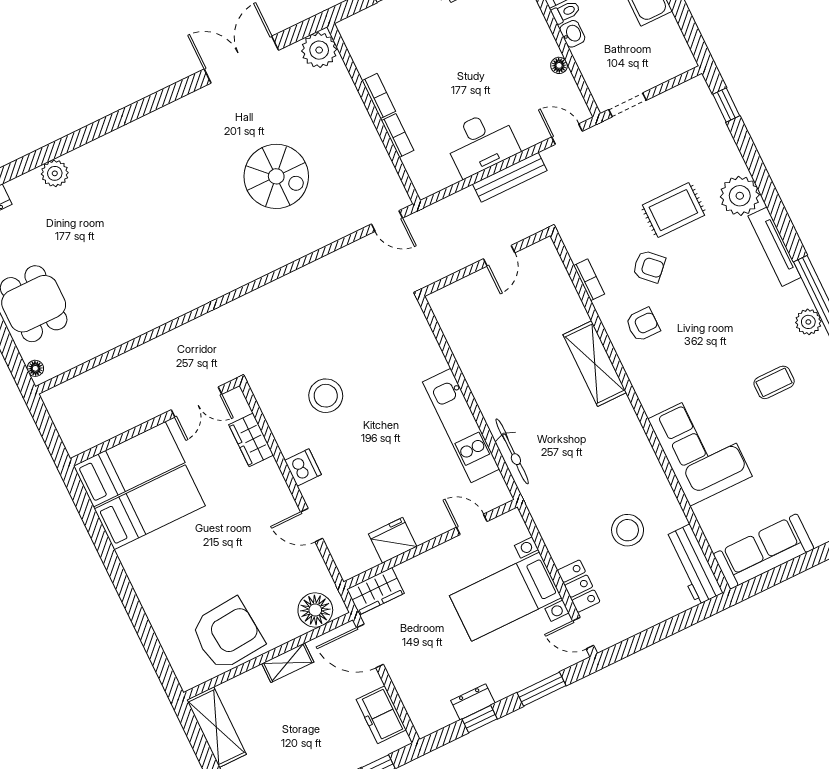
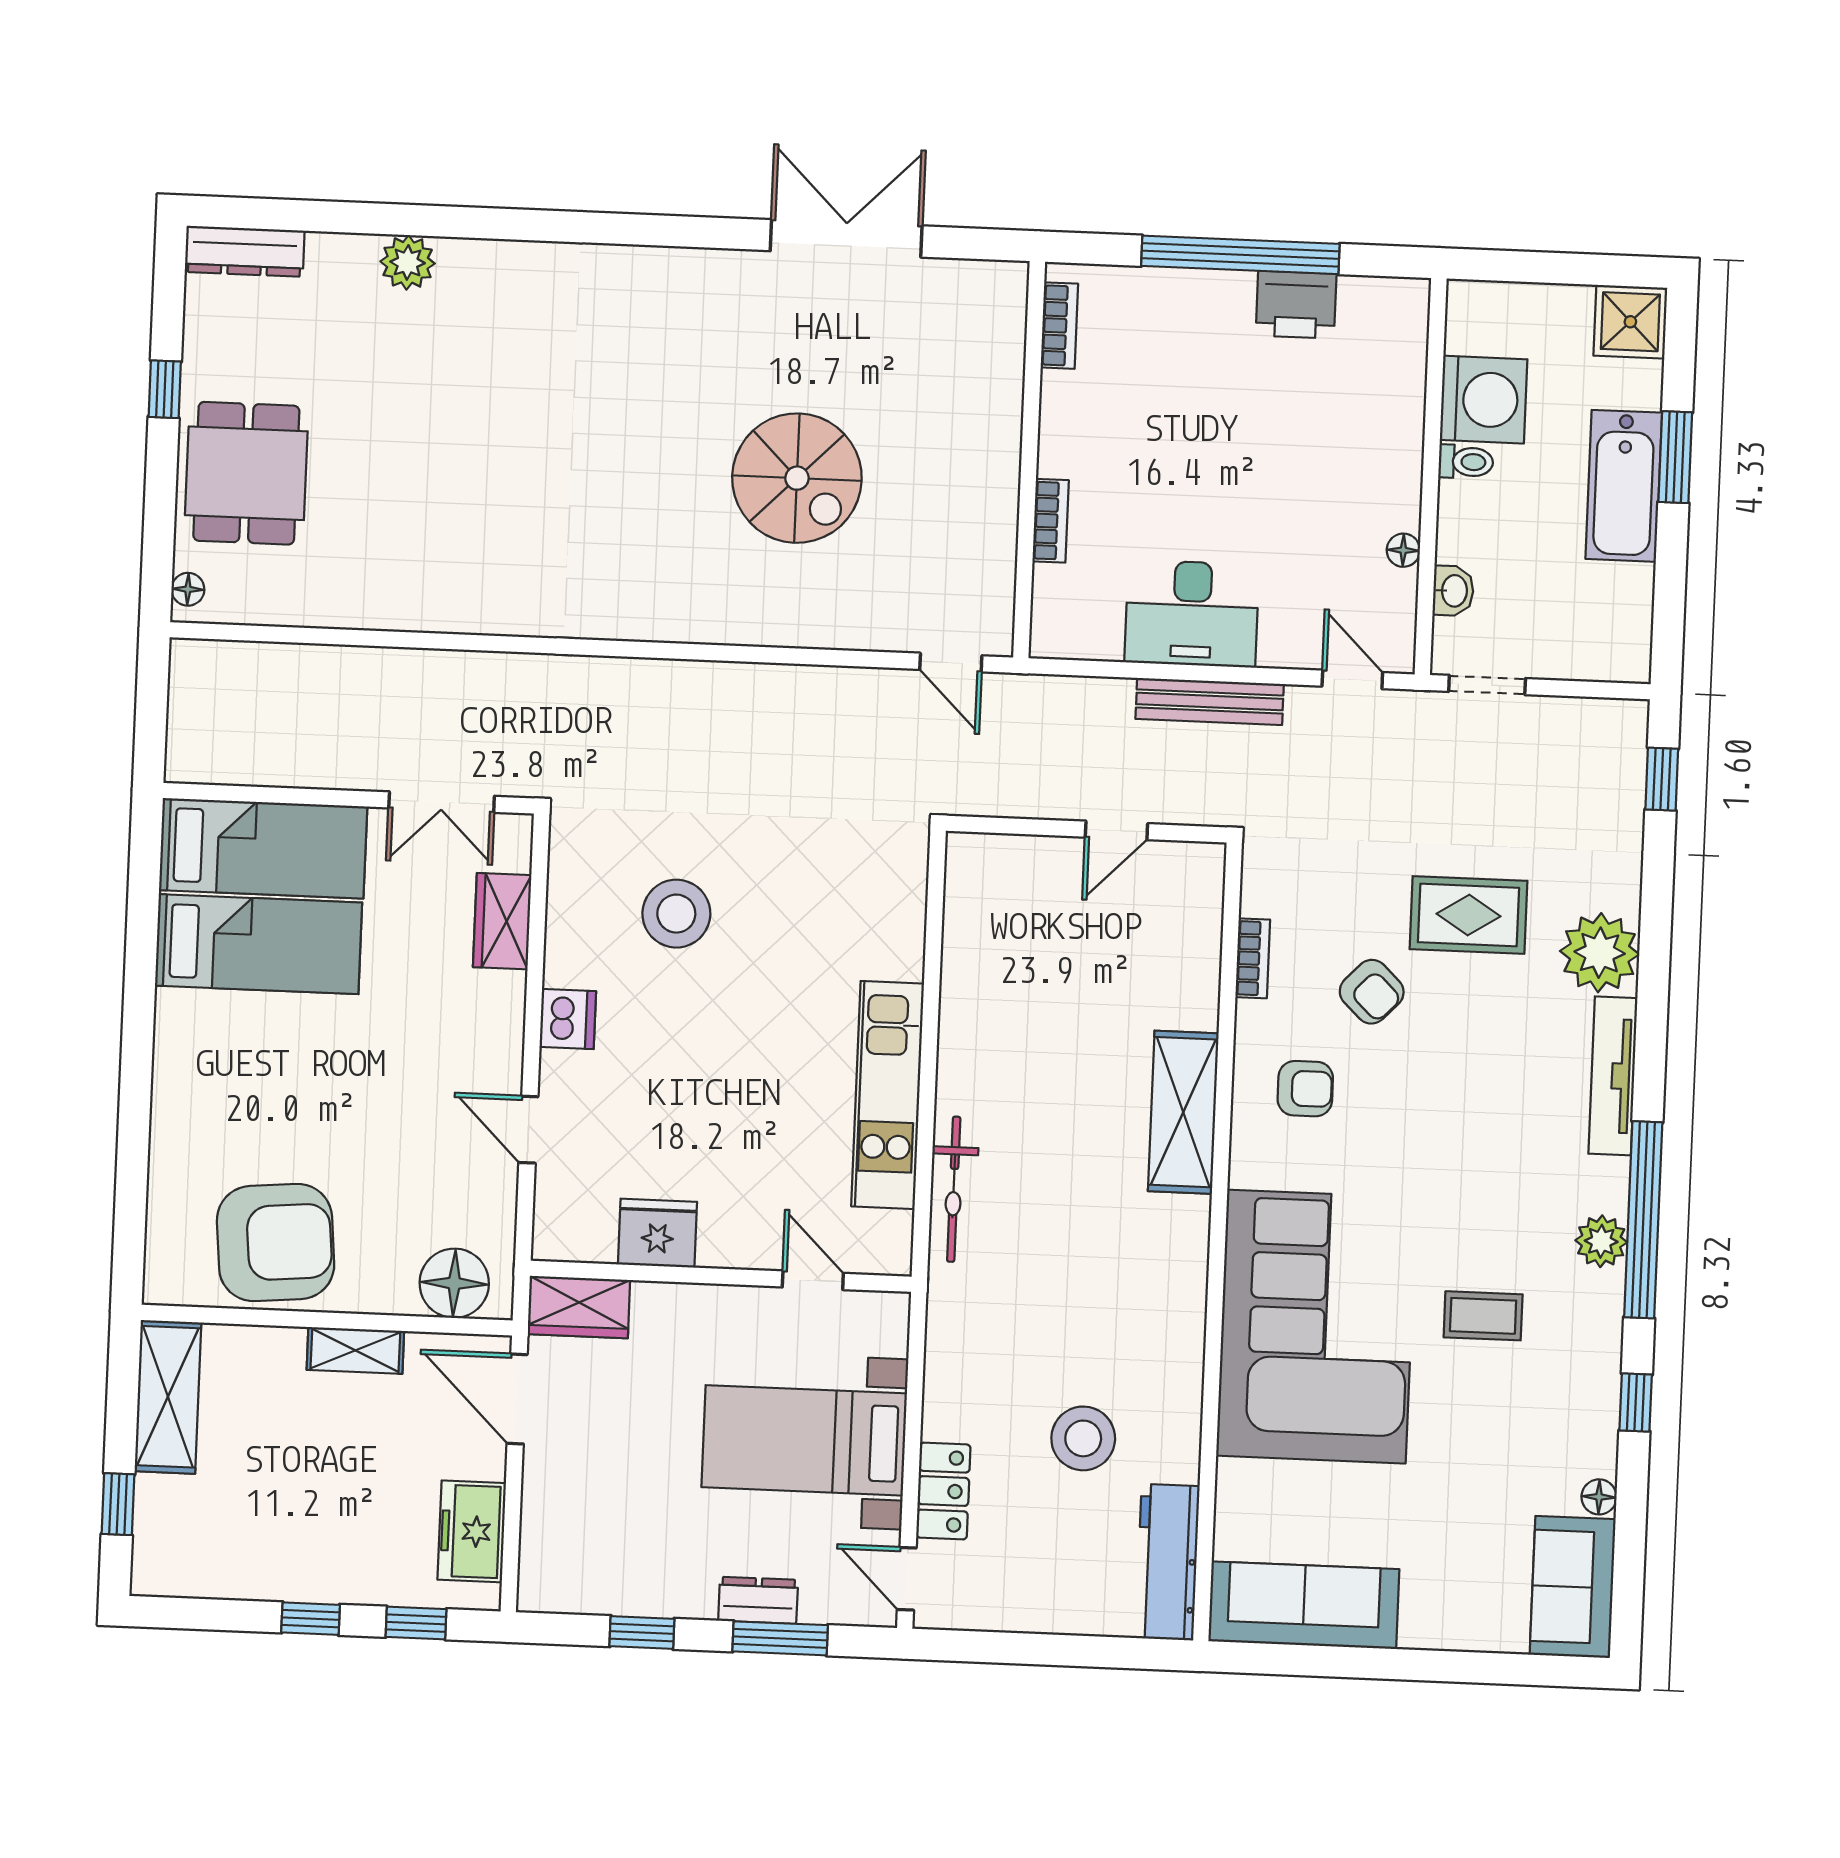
washbasin: (572, 34) -> (1453, 591), moved
plant: (319, 50) -> (993, 295), removed
bookcase: (379, 96) -> (1059, 326), moved
corner sofa: (700, 448) -> (1316, 1327), width x1.36, depth x1.36
dresser: (473, 702) -> (758, 1600), moved

